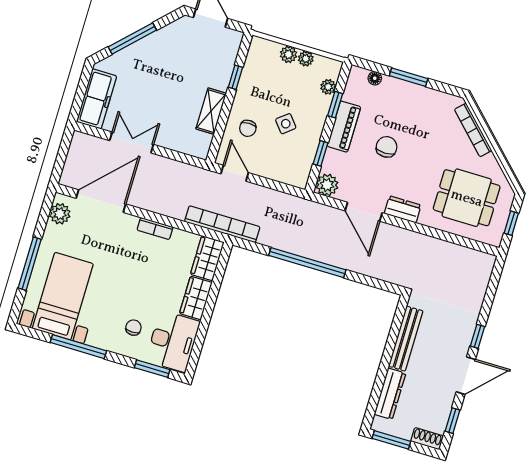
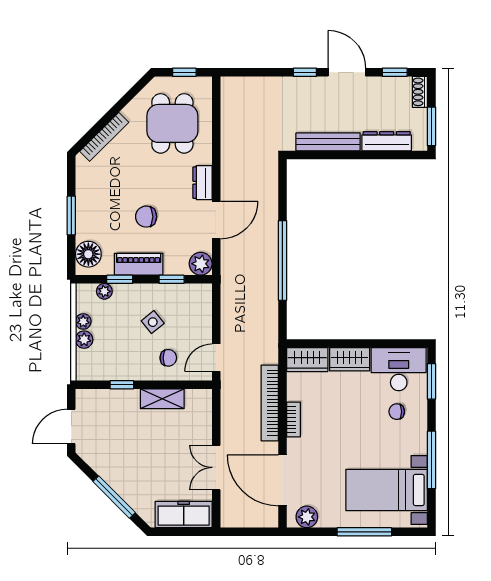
floor lamp: (375, 78) -> (88, 254), width x1.89, depth x1.89
bookcase: (222, 224) -> (270, 403), moved

